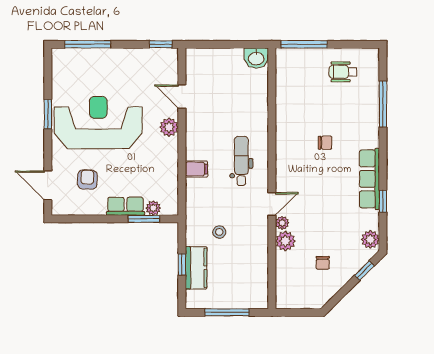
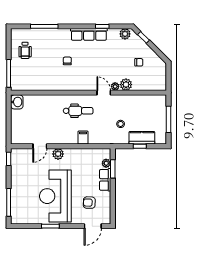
dental chair: (241, 161) -> (78, 111), turned 180

